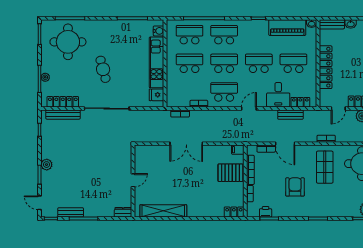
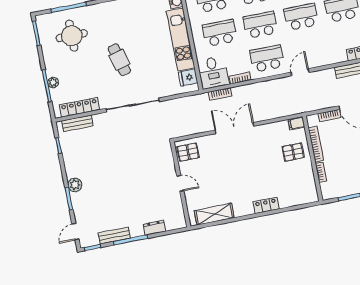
round table: (68, 42) -> (72, 36), width x0.73, depth x0.73
desk: (278, 95) -> (213, 73), moved
bench: (63, 115) -> (77, 123), width x0.73
double door: (186, 144) -> (234, 128), swing flipped
pallet: (144, 156) -> (188, 152), added
pallet: (230, 173) -> (293, 152), width x0.67, depth x0.71
door: (133, 180) -> (180, 183), hinge flipped
door: (39, 203) -> (75, 232), hinge flipped
shelving: (163, 211) -> (214, 214), width x0.68
dresser: (123, 212) -> (154, 228), moved
locker: (234, 212) -> (266, 205), moved
printer: (266, 212) -> (343, 190), removed

